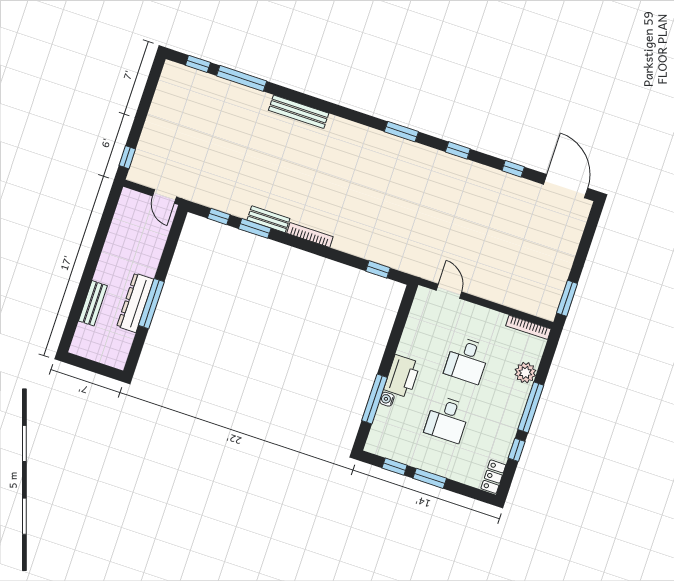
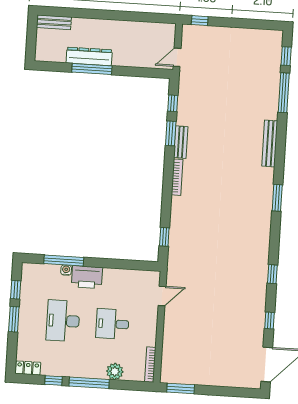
window: (401, 132) -> (277, 198), moved
bench: (93, 303) -> (54, 22), moved
desk: (447, 419) -> (63, 321), width x1.37

